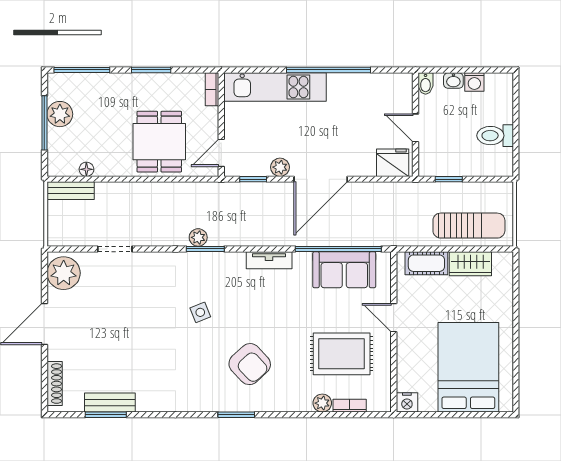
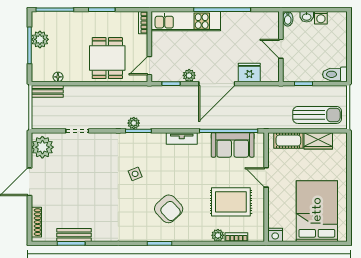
toilet: (495, 136) -> (335, 74), moved
fridge: (393, 163) -> (249, 72), moved

